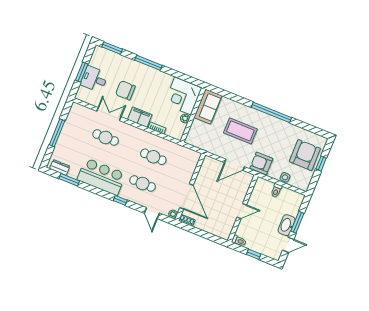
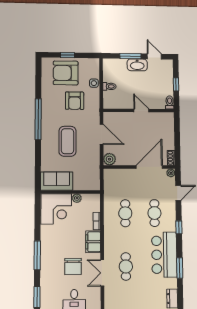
plant: (208, 163) -> (109, 159), added
armchair: (261, 163) -> (75, 101), moved
window: (69, 180) -> (180, 268), moved

